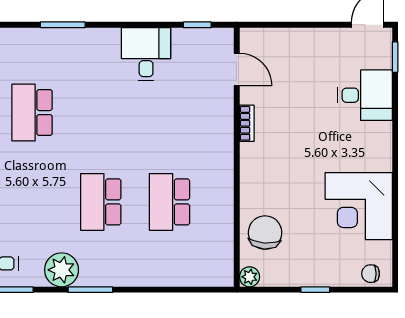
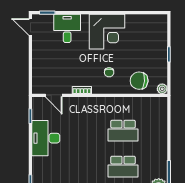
desk: (146, 54) -> (46, 138), width x1.37
door: (237, 69) -> (54, 95), swing flipped
corner desk: (359, 206) -> (107, 32), moved
chair: (371, 274) -> (109, 72), moved

